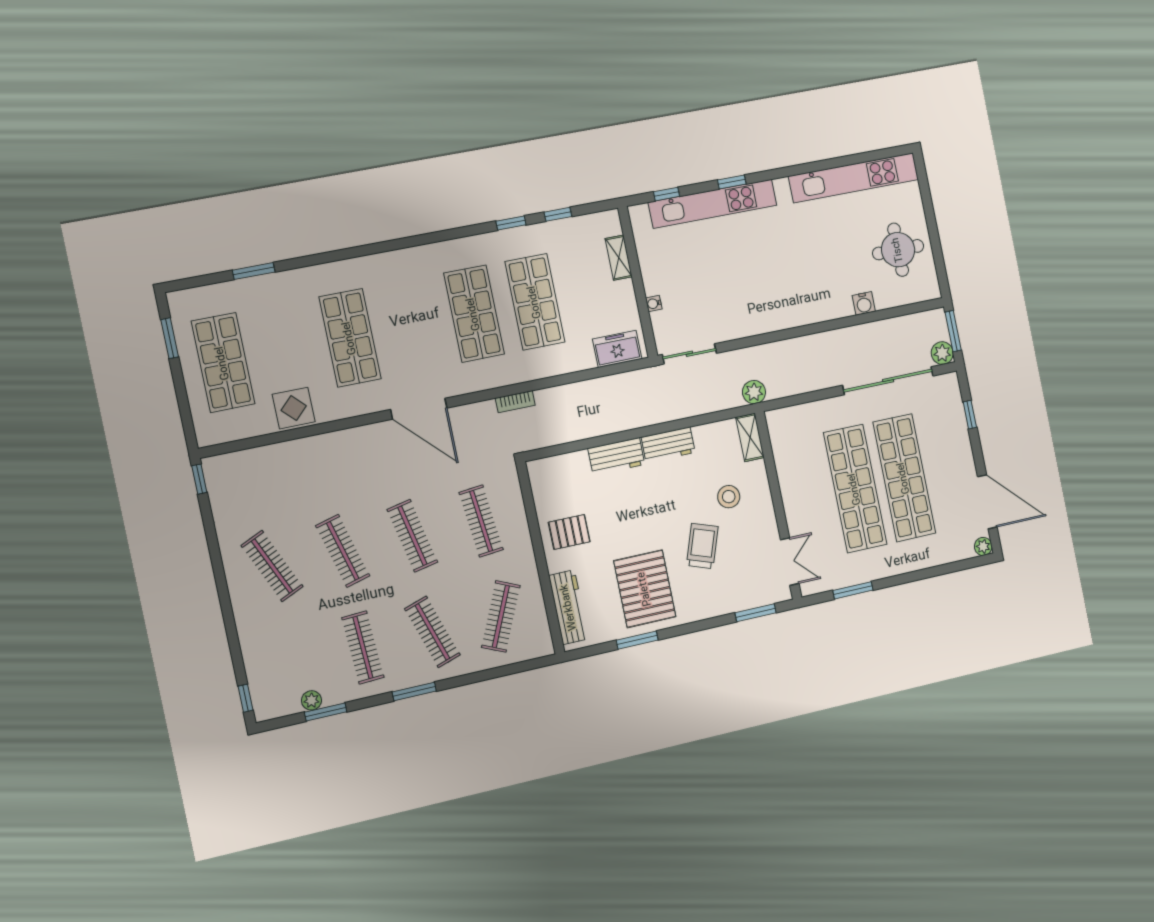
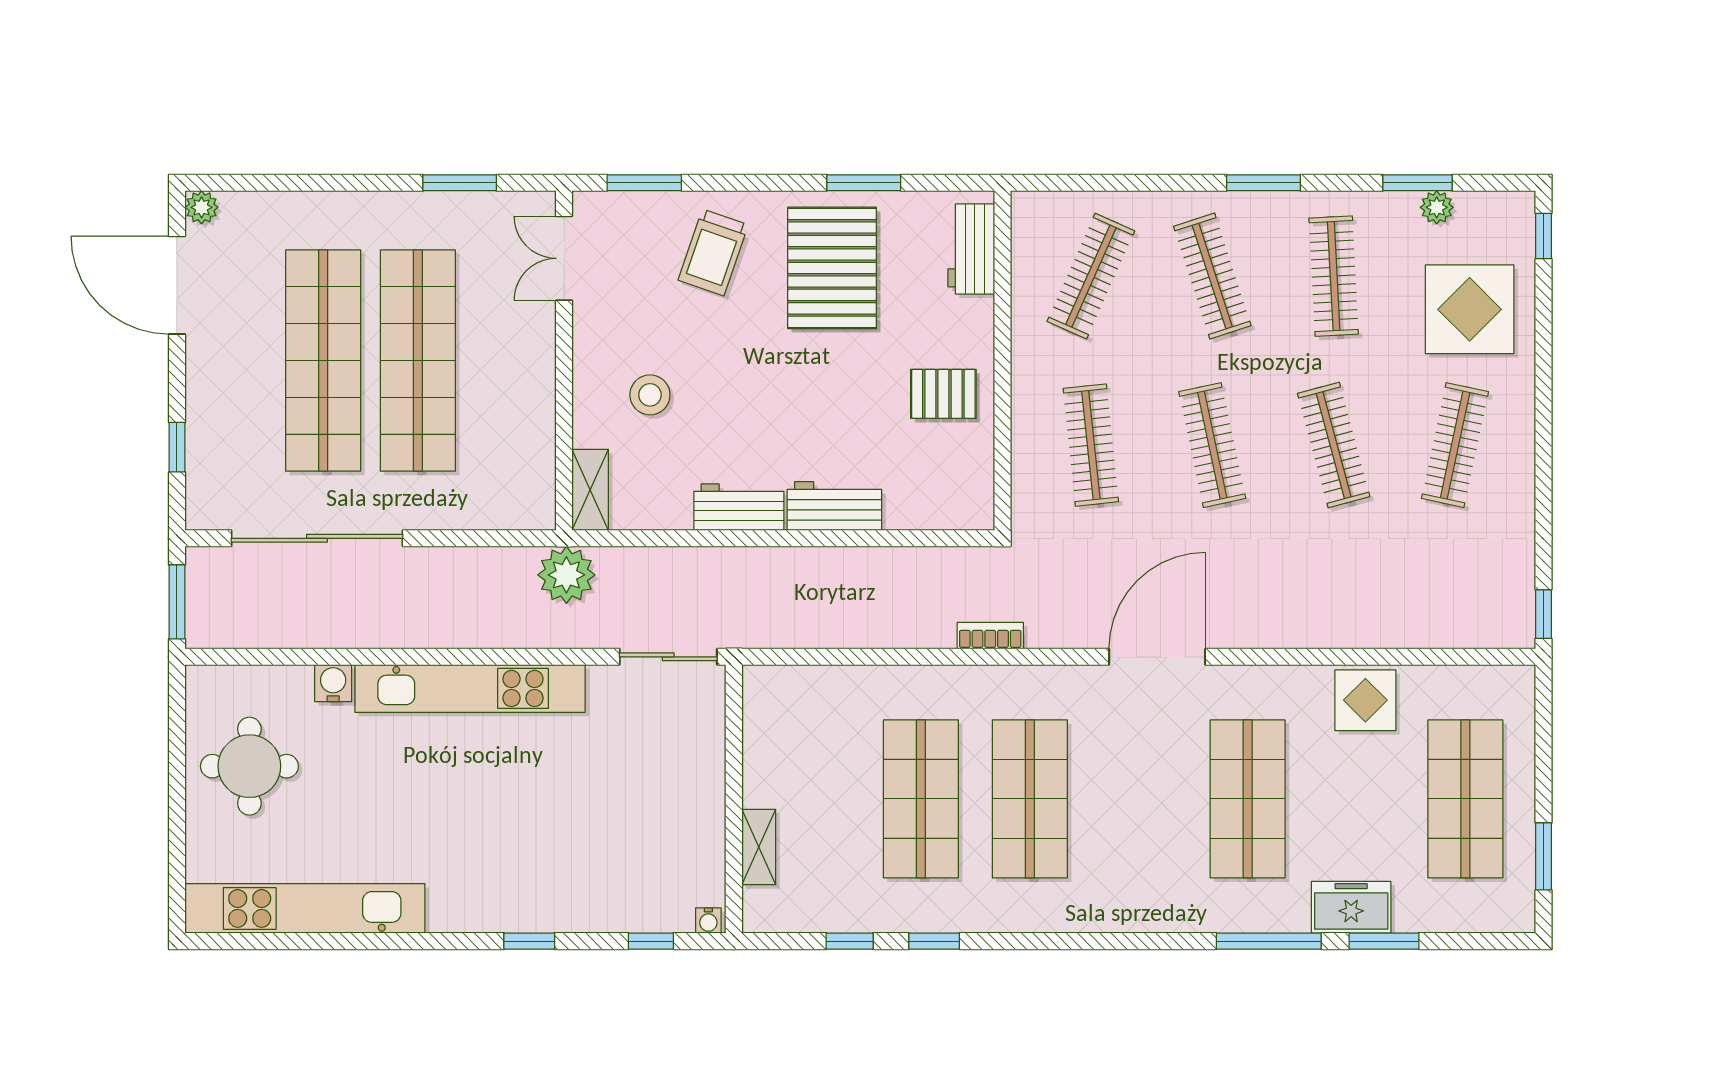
kitchen unit: (713, 204) -> (470, 688), moved, turned 180
window: (321, 259) -> (1269, 941), added
water cooler: (654, 304) -> (708, 921), moved, turned 90
freezer: (617, 349) -> (1351, 907), moved, turned 180
plant: (942, 353) -> (206, 567), removed
plant: (754, 392) -> (566, 575), width x1.36, depth x1.36
door: (419, 409) -> (1157, 657), hinge flipped
trolley: (702, 546) -> (713, 252), moved
clothes rail: (272, 566) -> (1455, 445), turned 36
workbench: (569, 607) -> (971, 249), width x0.73
display table: (280, 646) -> (1470, 309), added

